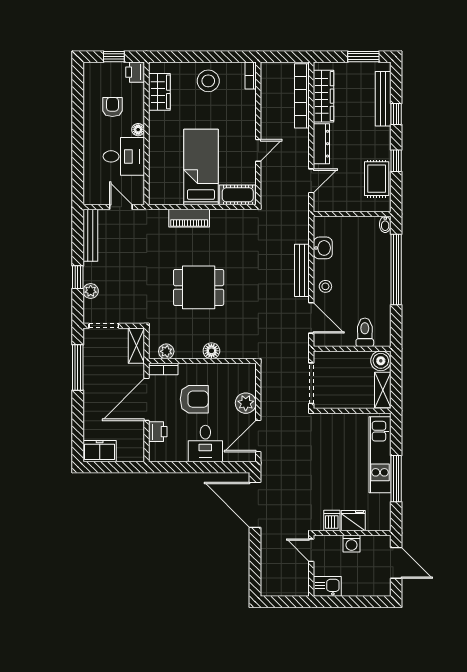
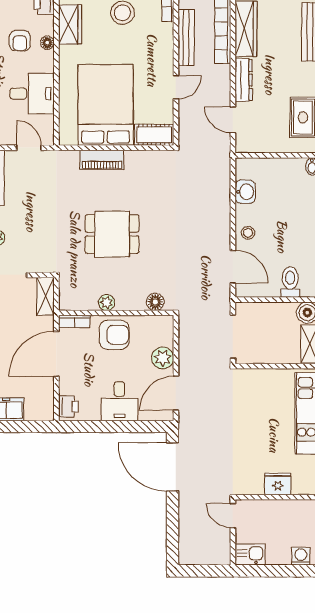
armchair: (112, 107) -> (20, 41), turned 180
floor lamp: (138, 130) -> (47, 43), moved
bed: (201, 167) -> (106, 105), width x1.50
door: (311, 181) -> (233, 120), swing flipped
bench: (302, 270) -> (186, 38), moved
plant: (166, 351) -> (106, 303), moved
floor lamp: (211, 351) -> (155, 302), moved
armchair: (194, 399) -> (114, 335), moved
printer: (158, 432) -> (68, 407), moved
dishwasher: (332, 521) -> (255, 484), removed
washing machine: (351, 544) -> (301, 556), moved, turned 180

